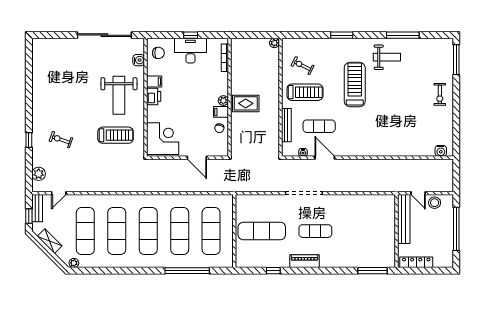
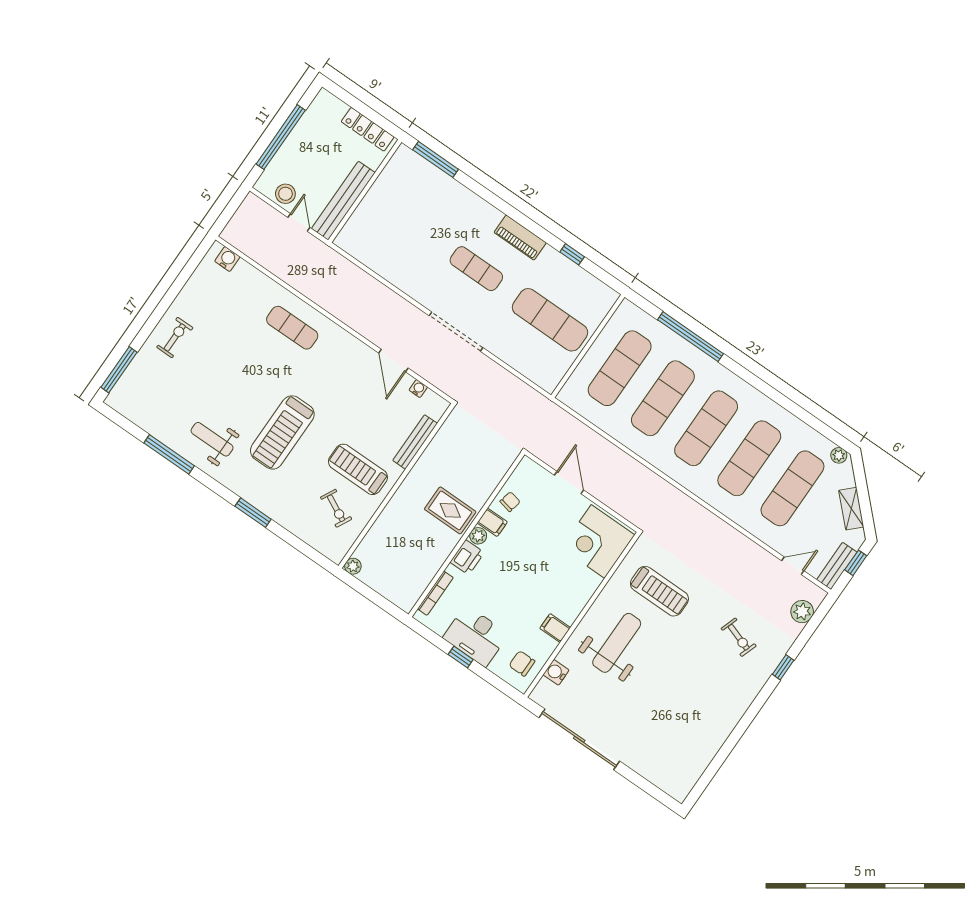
printer: (154, 96) -> (467, 557), moved, turned 180
exercise mat: (319, 126) -> (292, 328), moved
treadmill: (116, 135) -> (659, 591), turned 180

